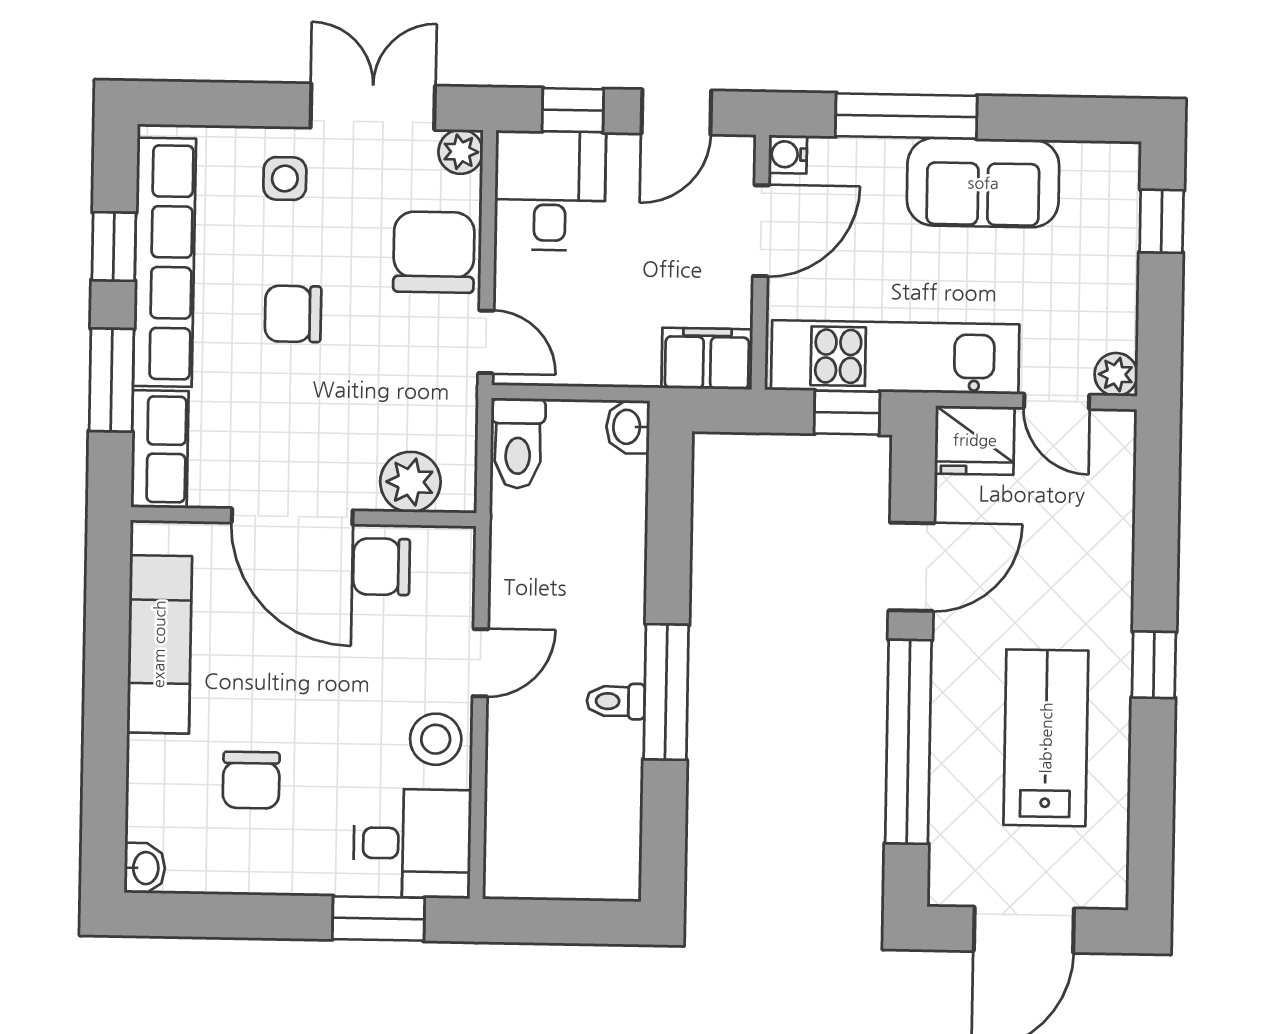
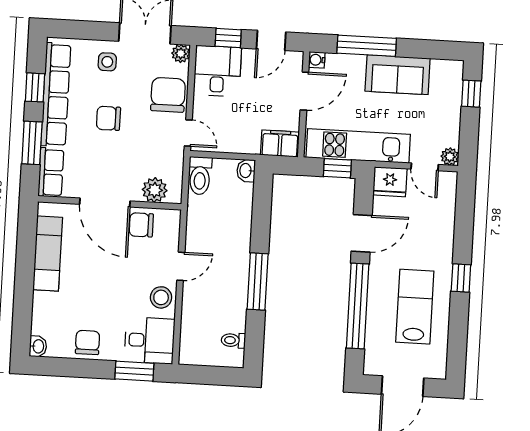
toilet: (616, 701) -> (233, 340), moved
chair: (251, 780) -> (87, 342), moved, turned 180

